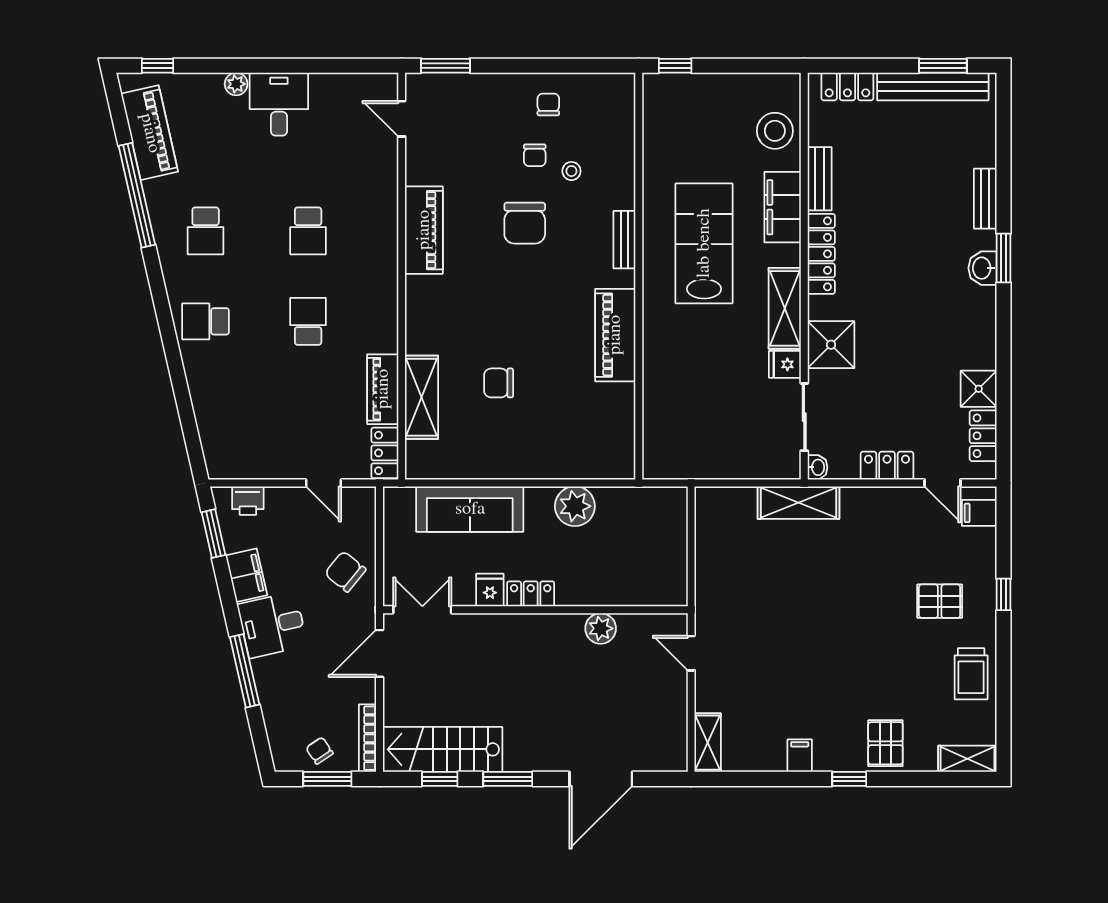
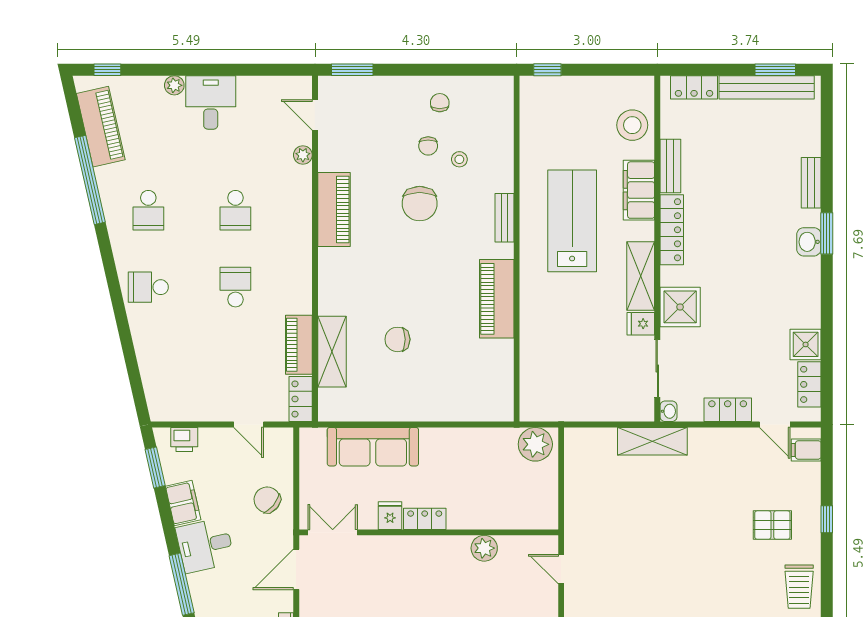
plant: (387, 166) -> (303, 155), added
plant: (575, 506) -> (535, 444), moved

